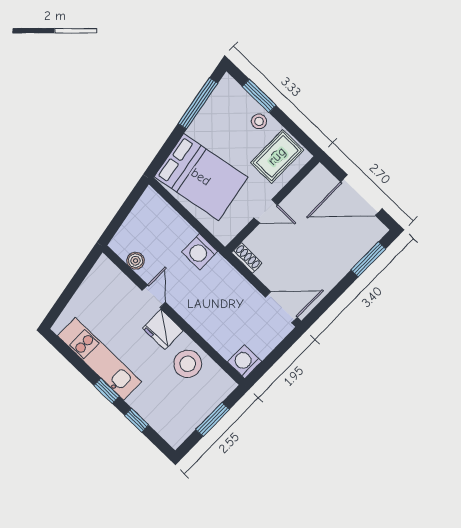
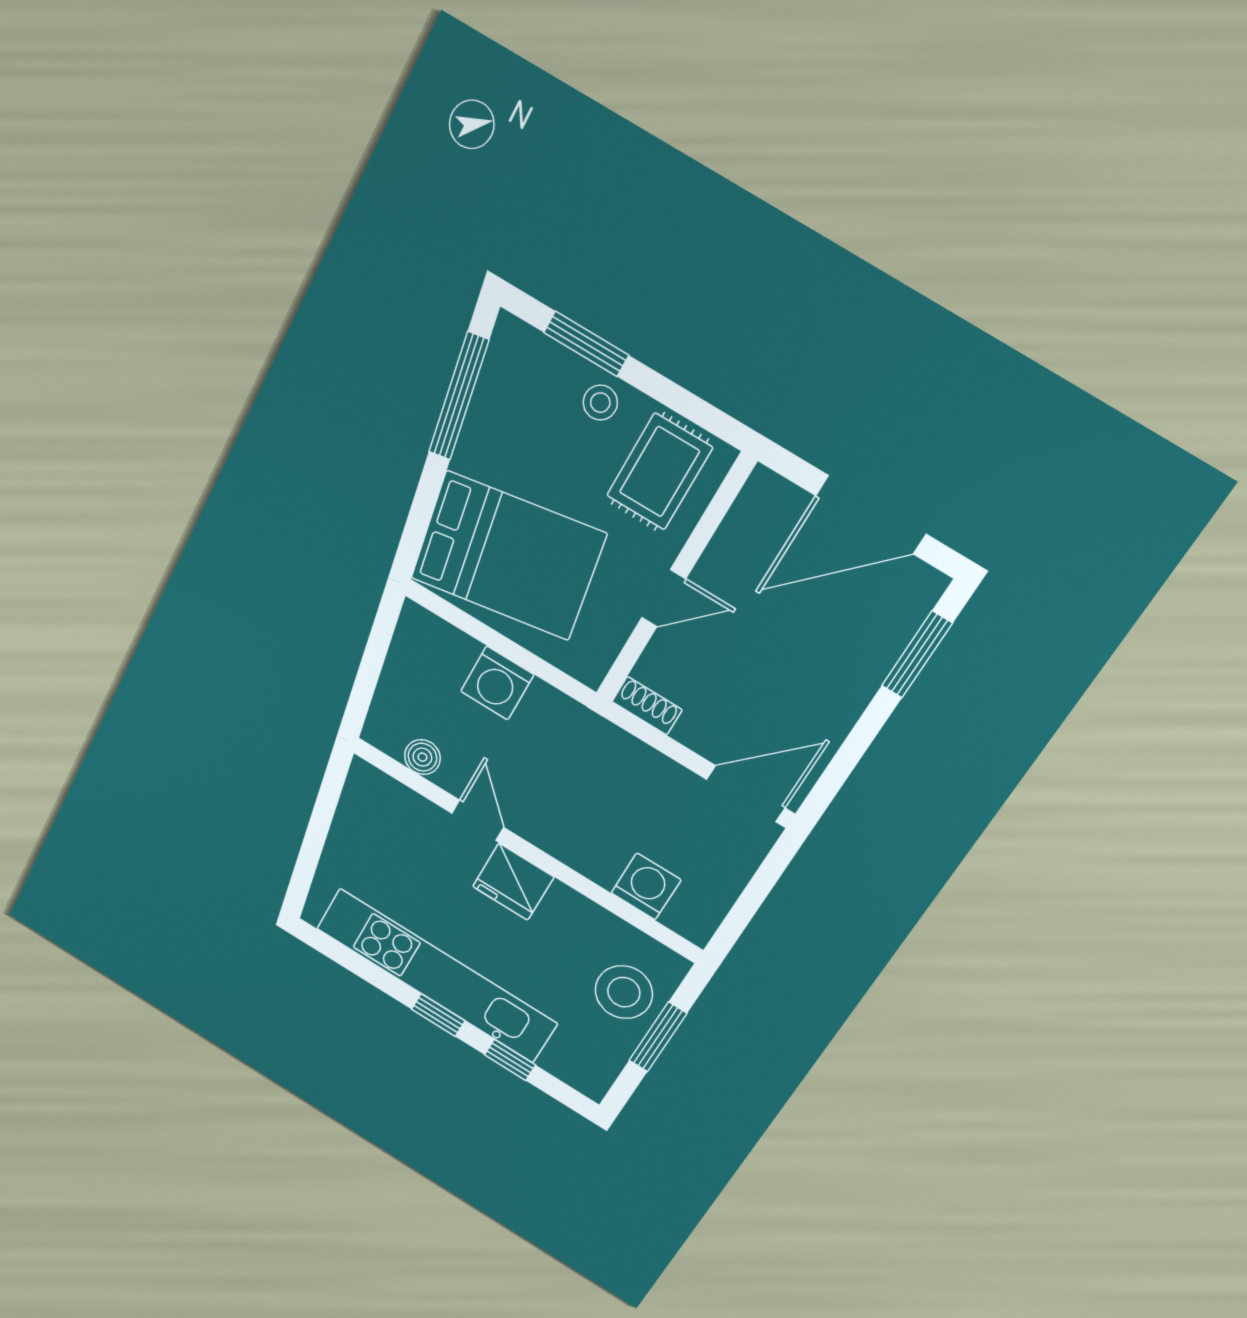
washing machine: (200, 252) -> (497, 683), moved
kitchen unit: (100, 359) -> (437, 976), width x1.36
washing machine: (245, 362) -> (646, 886), moved, turned 90
stool: (188, 364) -> (624, 992), moved

